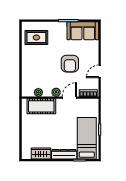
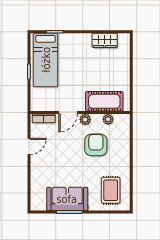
sofa: (83, 31) -> (67, 199), moved
rug: (36, 37) -> (111, 190), turned 90
armchair: (70, 64) -> (96, 145), moved
dresser: (64, 154) -> (75, 39), removed

